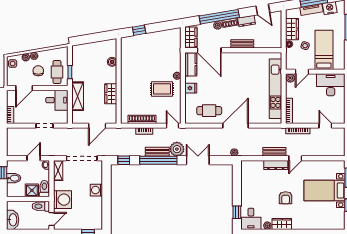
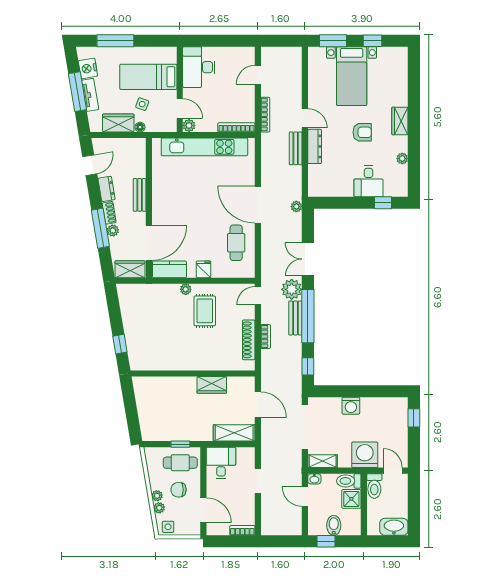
window: (219, 17) -> (100, 228), width x0.68
boiler: (112, 62) -> (166, 383), removed
shelving: (78, 96) -> (234, 433), moved
desk: (251, 219) -> (369, 181), moved, turned 90
wardrobe: (282, 224) -> (400, 121), moved

